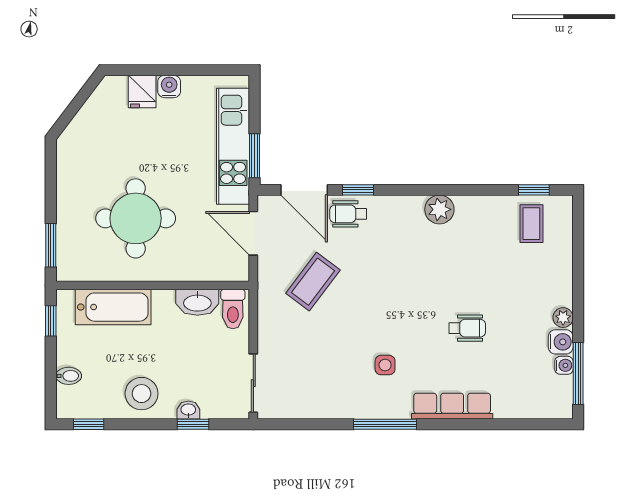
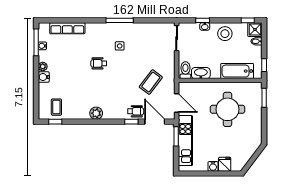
wheelchair: (467, 328) -> (99, 63), moved
water cooler: (561, 342) -> (44, 77), moved
shower: (72, 403) -> (255, 30), added
row of seats: (452, 406) -> (67, 28), moved

